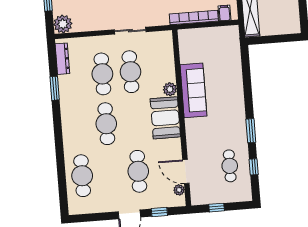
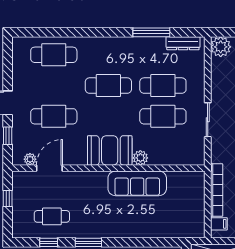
window: (55, 88) -> (151, 32), width x1.44

